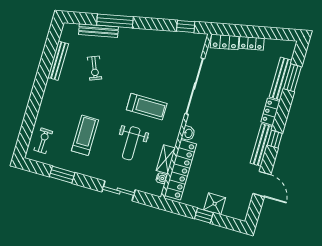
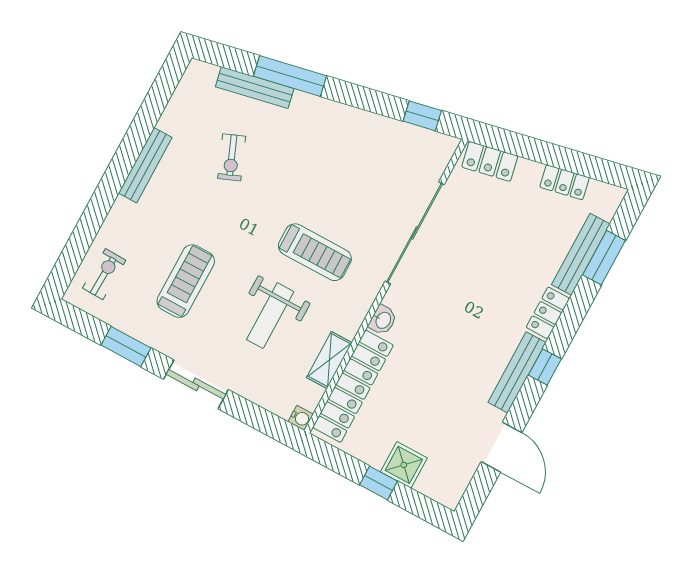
locker: (252, 43) -> (565, 182), moved
bench: (58, 61) -> (145, 165), moved
water cooler: (162, 178) -> (301, 418), moved
sliding door: (118, 191) -> (196, 384), moved

